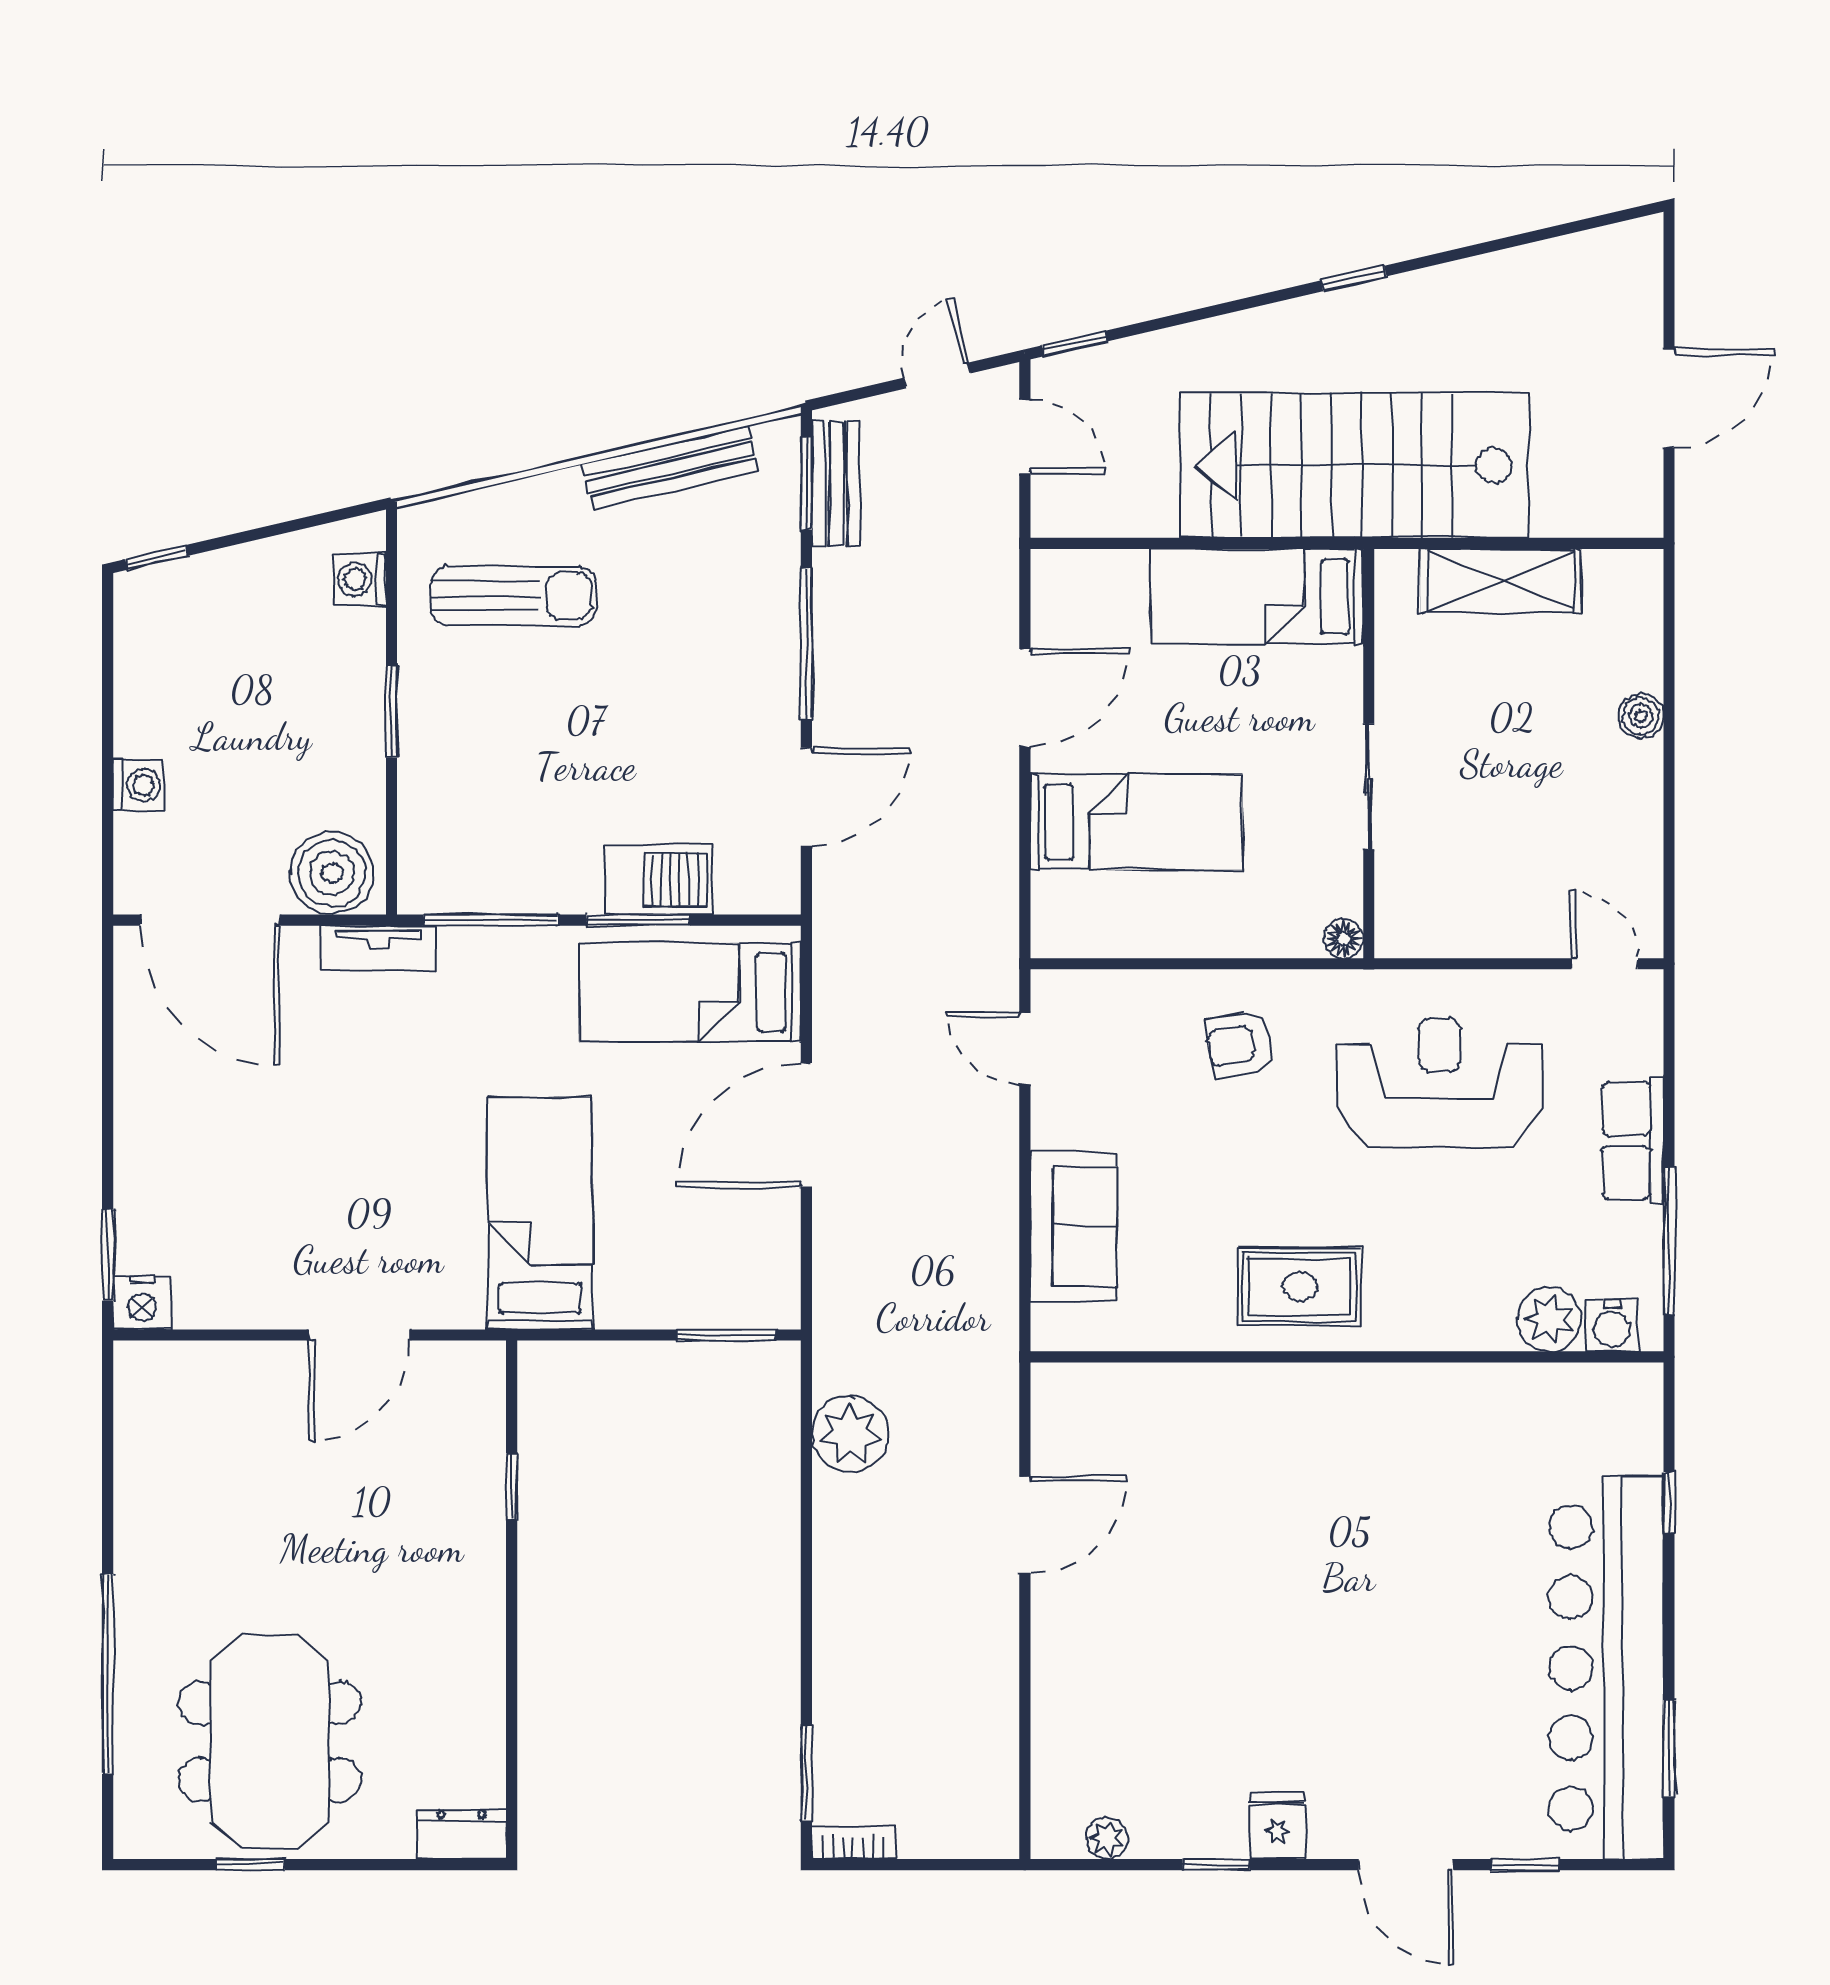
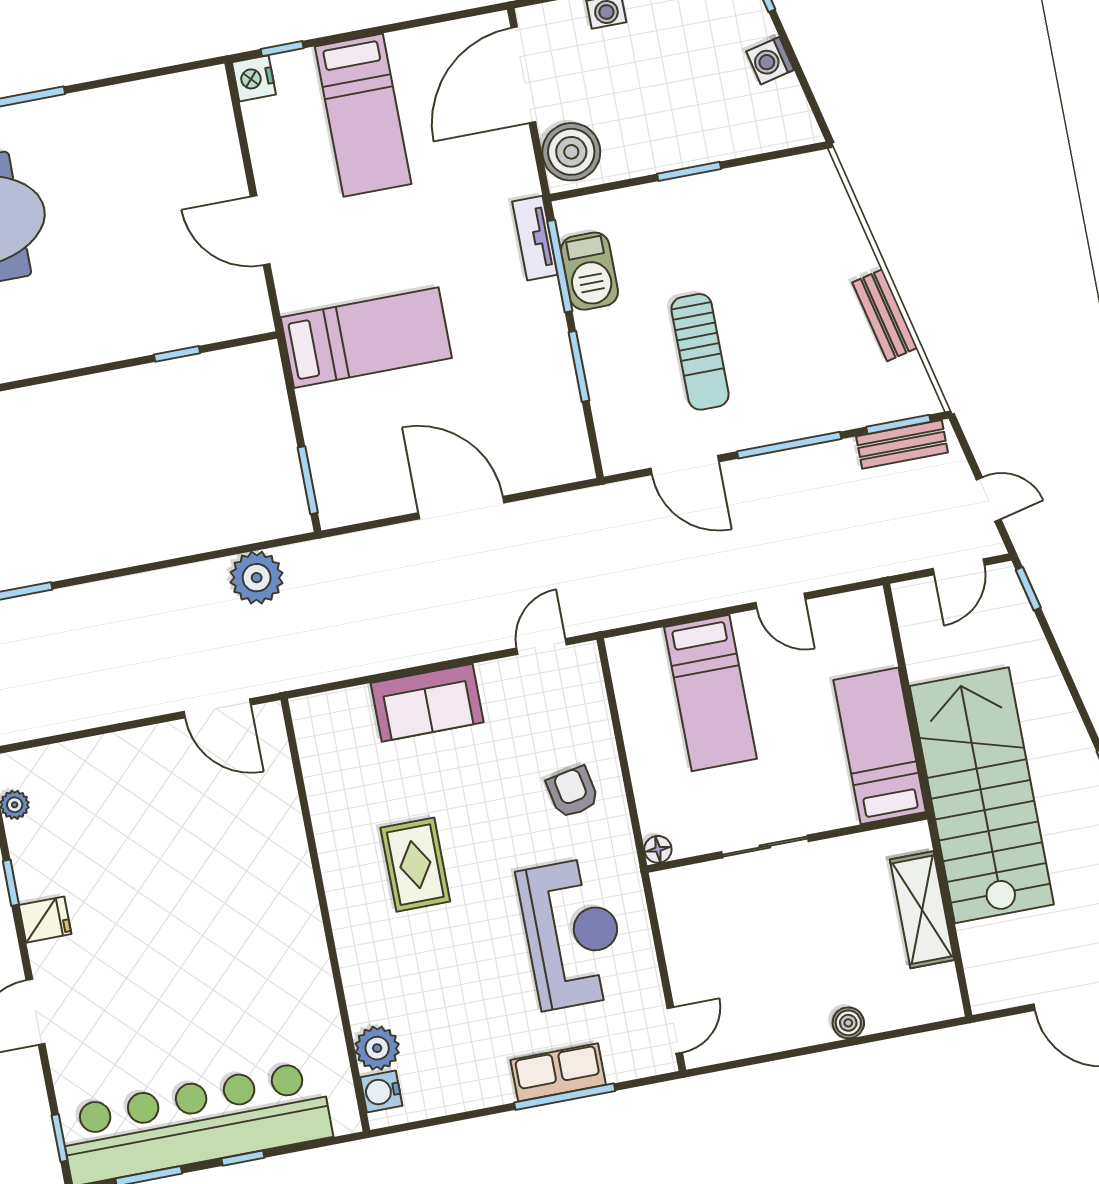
bench: (670, 468) -> (885, 315), width x0.73
washing machine: (360, 579) -> (770, 61), moved, turned -103
sun lounger: (513, 596) -> (700, 352), moved
door: (1025, 698) -> (780, 601), width x0.73
barbecue: (659, 880) -> (589, 271), moved
tv unit: (379, 948) -> (535, 238), moved
bed: (690, 992) -> (363, 115), moved, turned 180
window: (1669, 1241) -> (565, 1097), moved
window: (108, 1255) -> (282, 49), width x0.67
plant: (1550, 1319) -> (377, 1048), moved
water cooler: (1612, 1325) -> (381, 1092), moved
wall: (1347, 1357) -> (325, 915), moved
window: (1669, 1503) -> (243, 1158), moved
window: (1525, 1865) -> (60, 1138), moved

